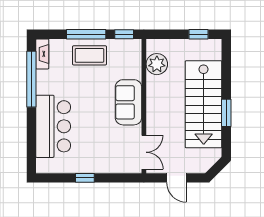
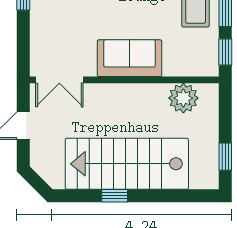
window: (226, 113) -> (115, 196), width x0.67

